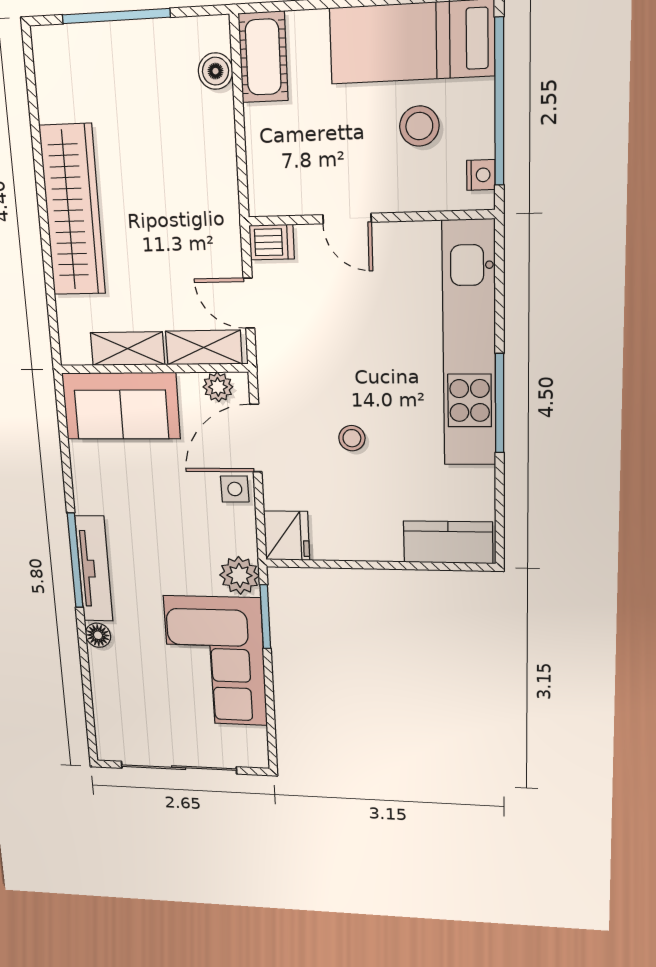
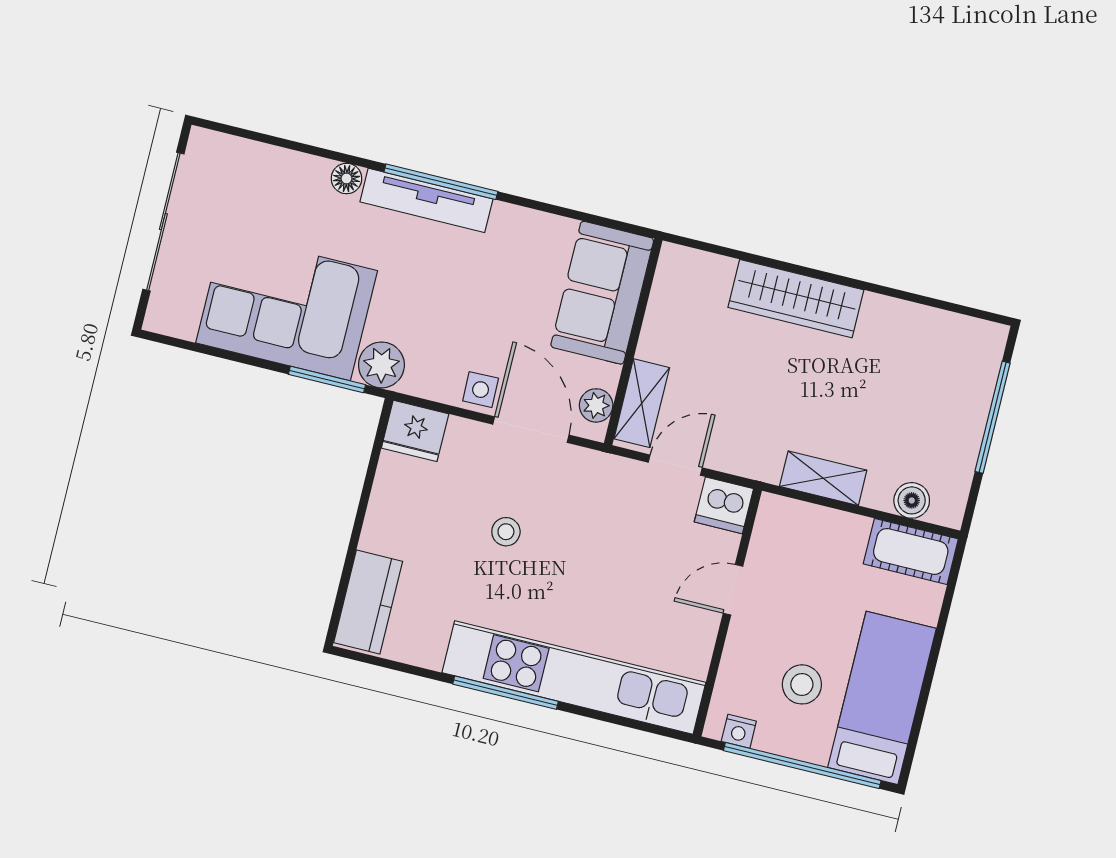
wardrobe: (73, 210) -> (796, 299), width x0.71, depth x0.85
dishwasher: (272, 242) -> (724, 505), width x1.38
shelving: (127, 349) -> (823, 478), moved, turned 90

